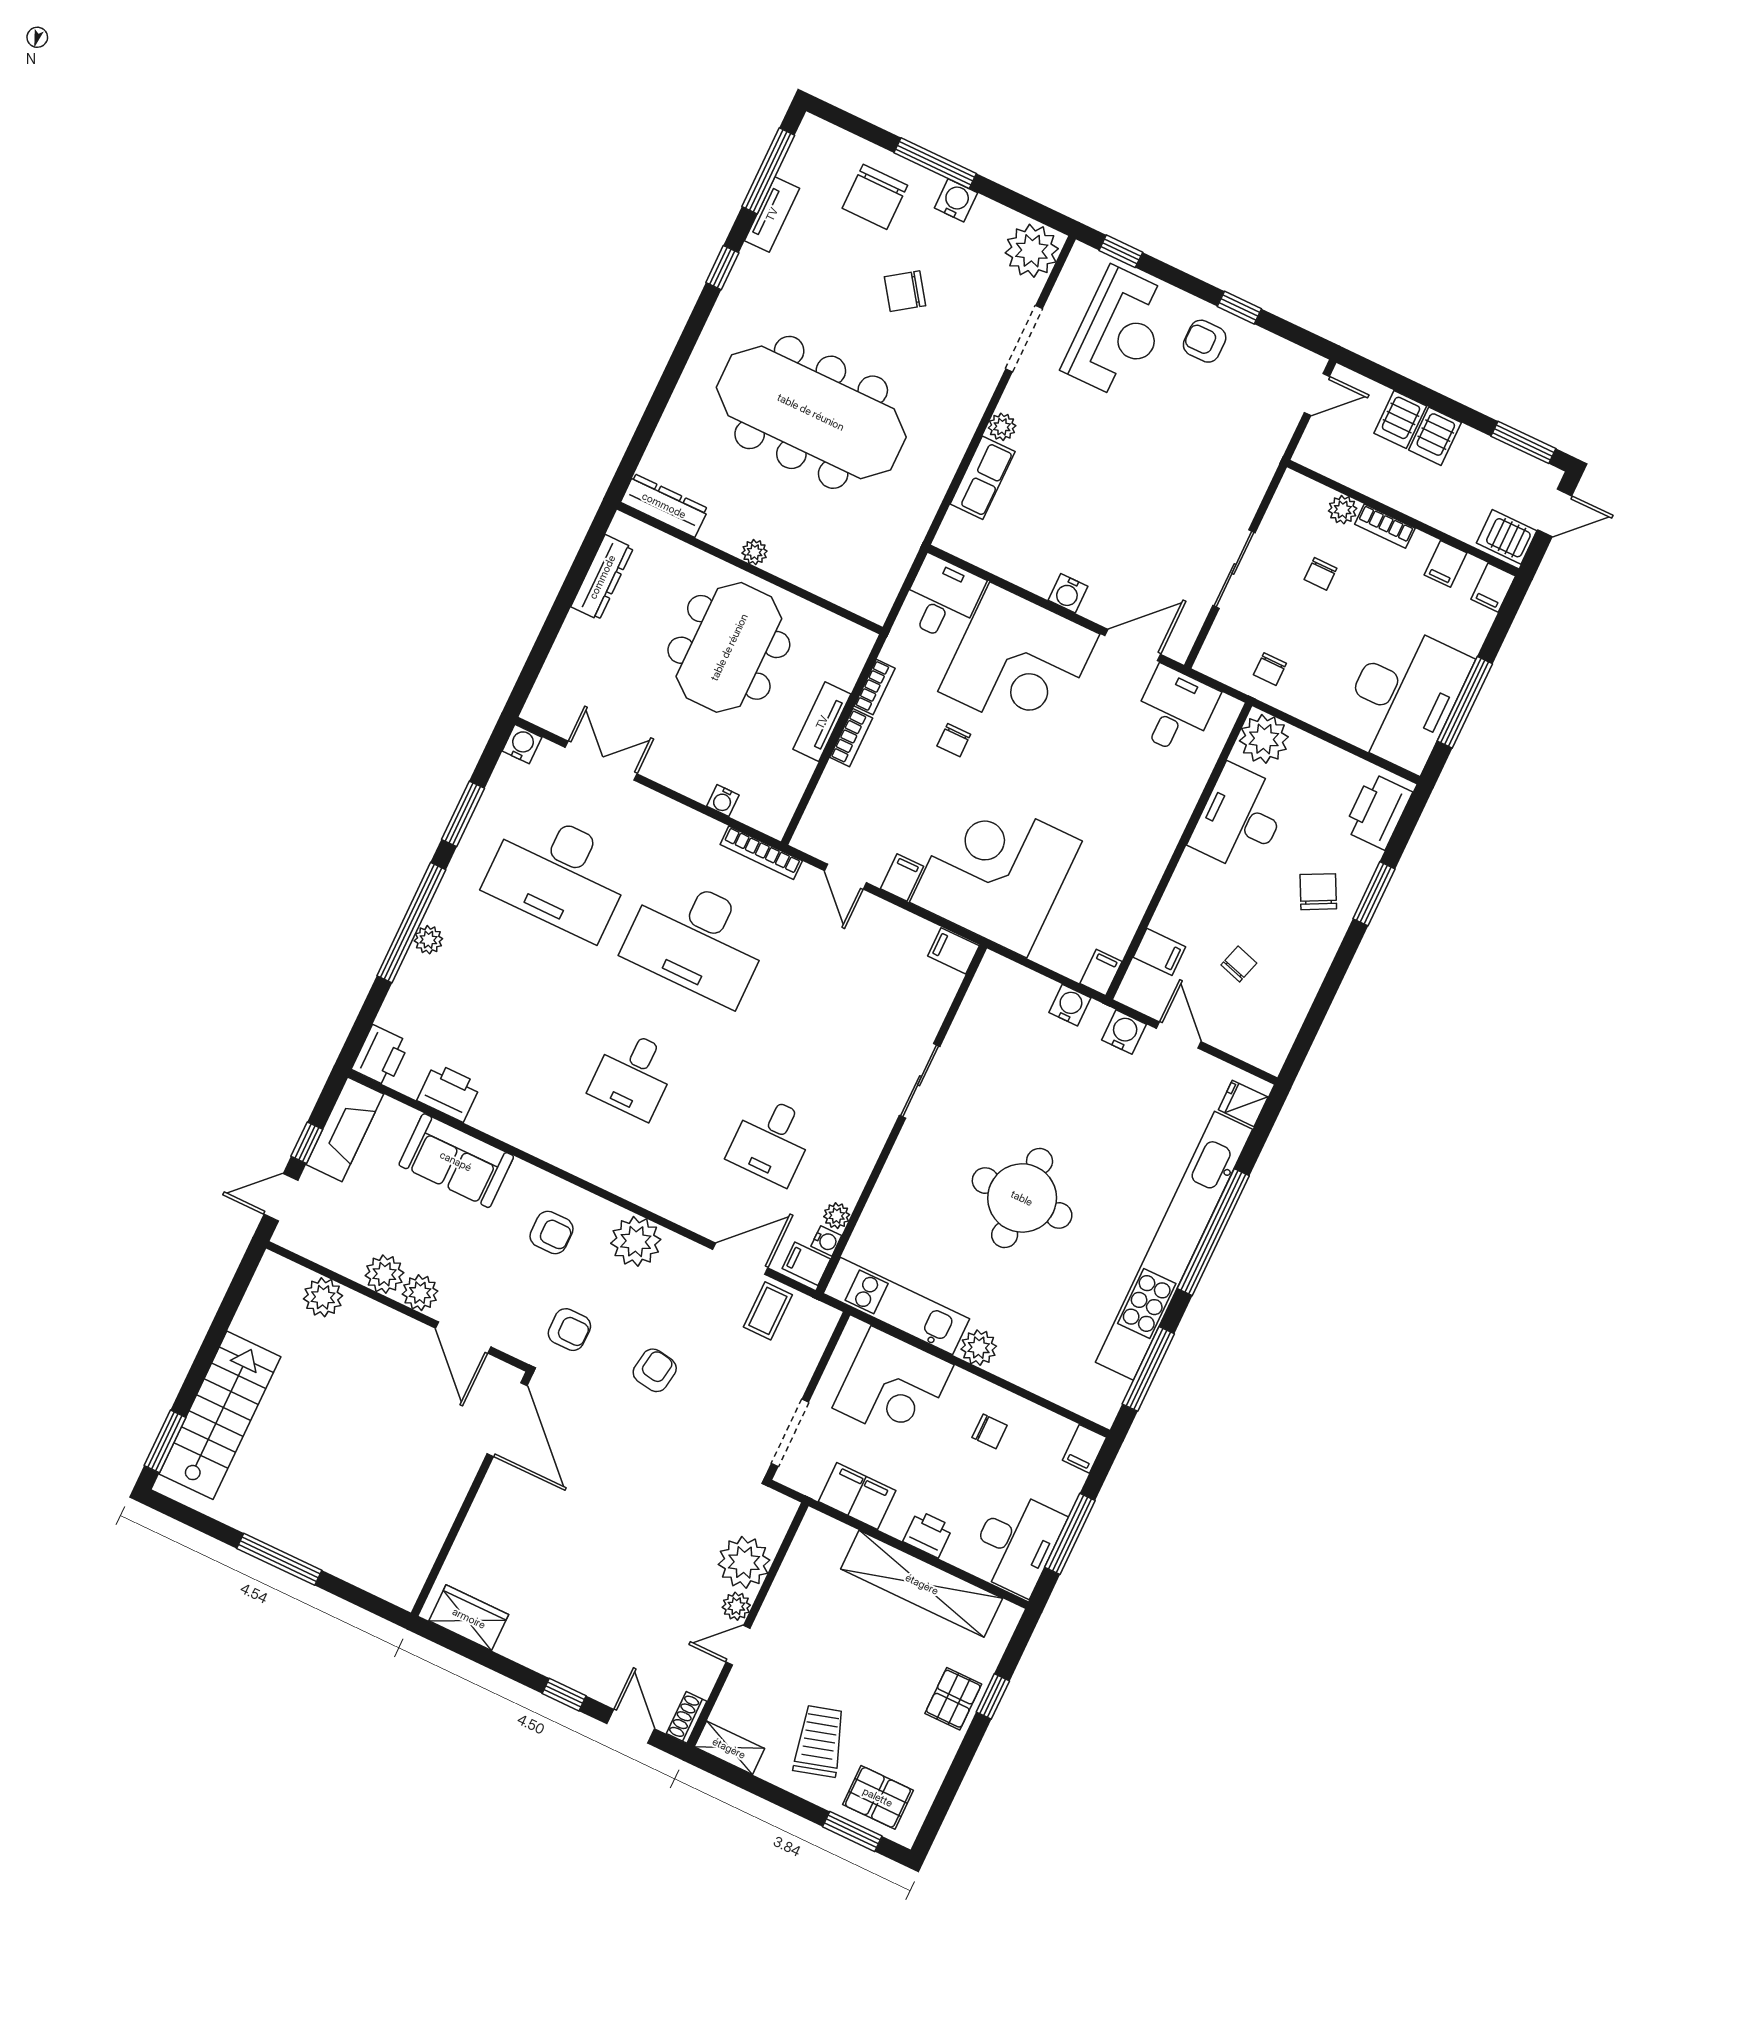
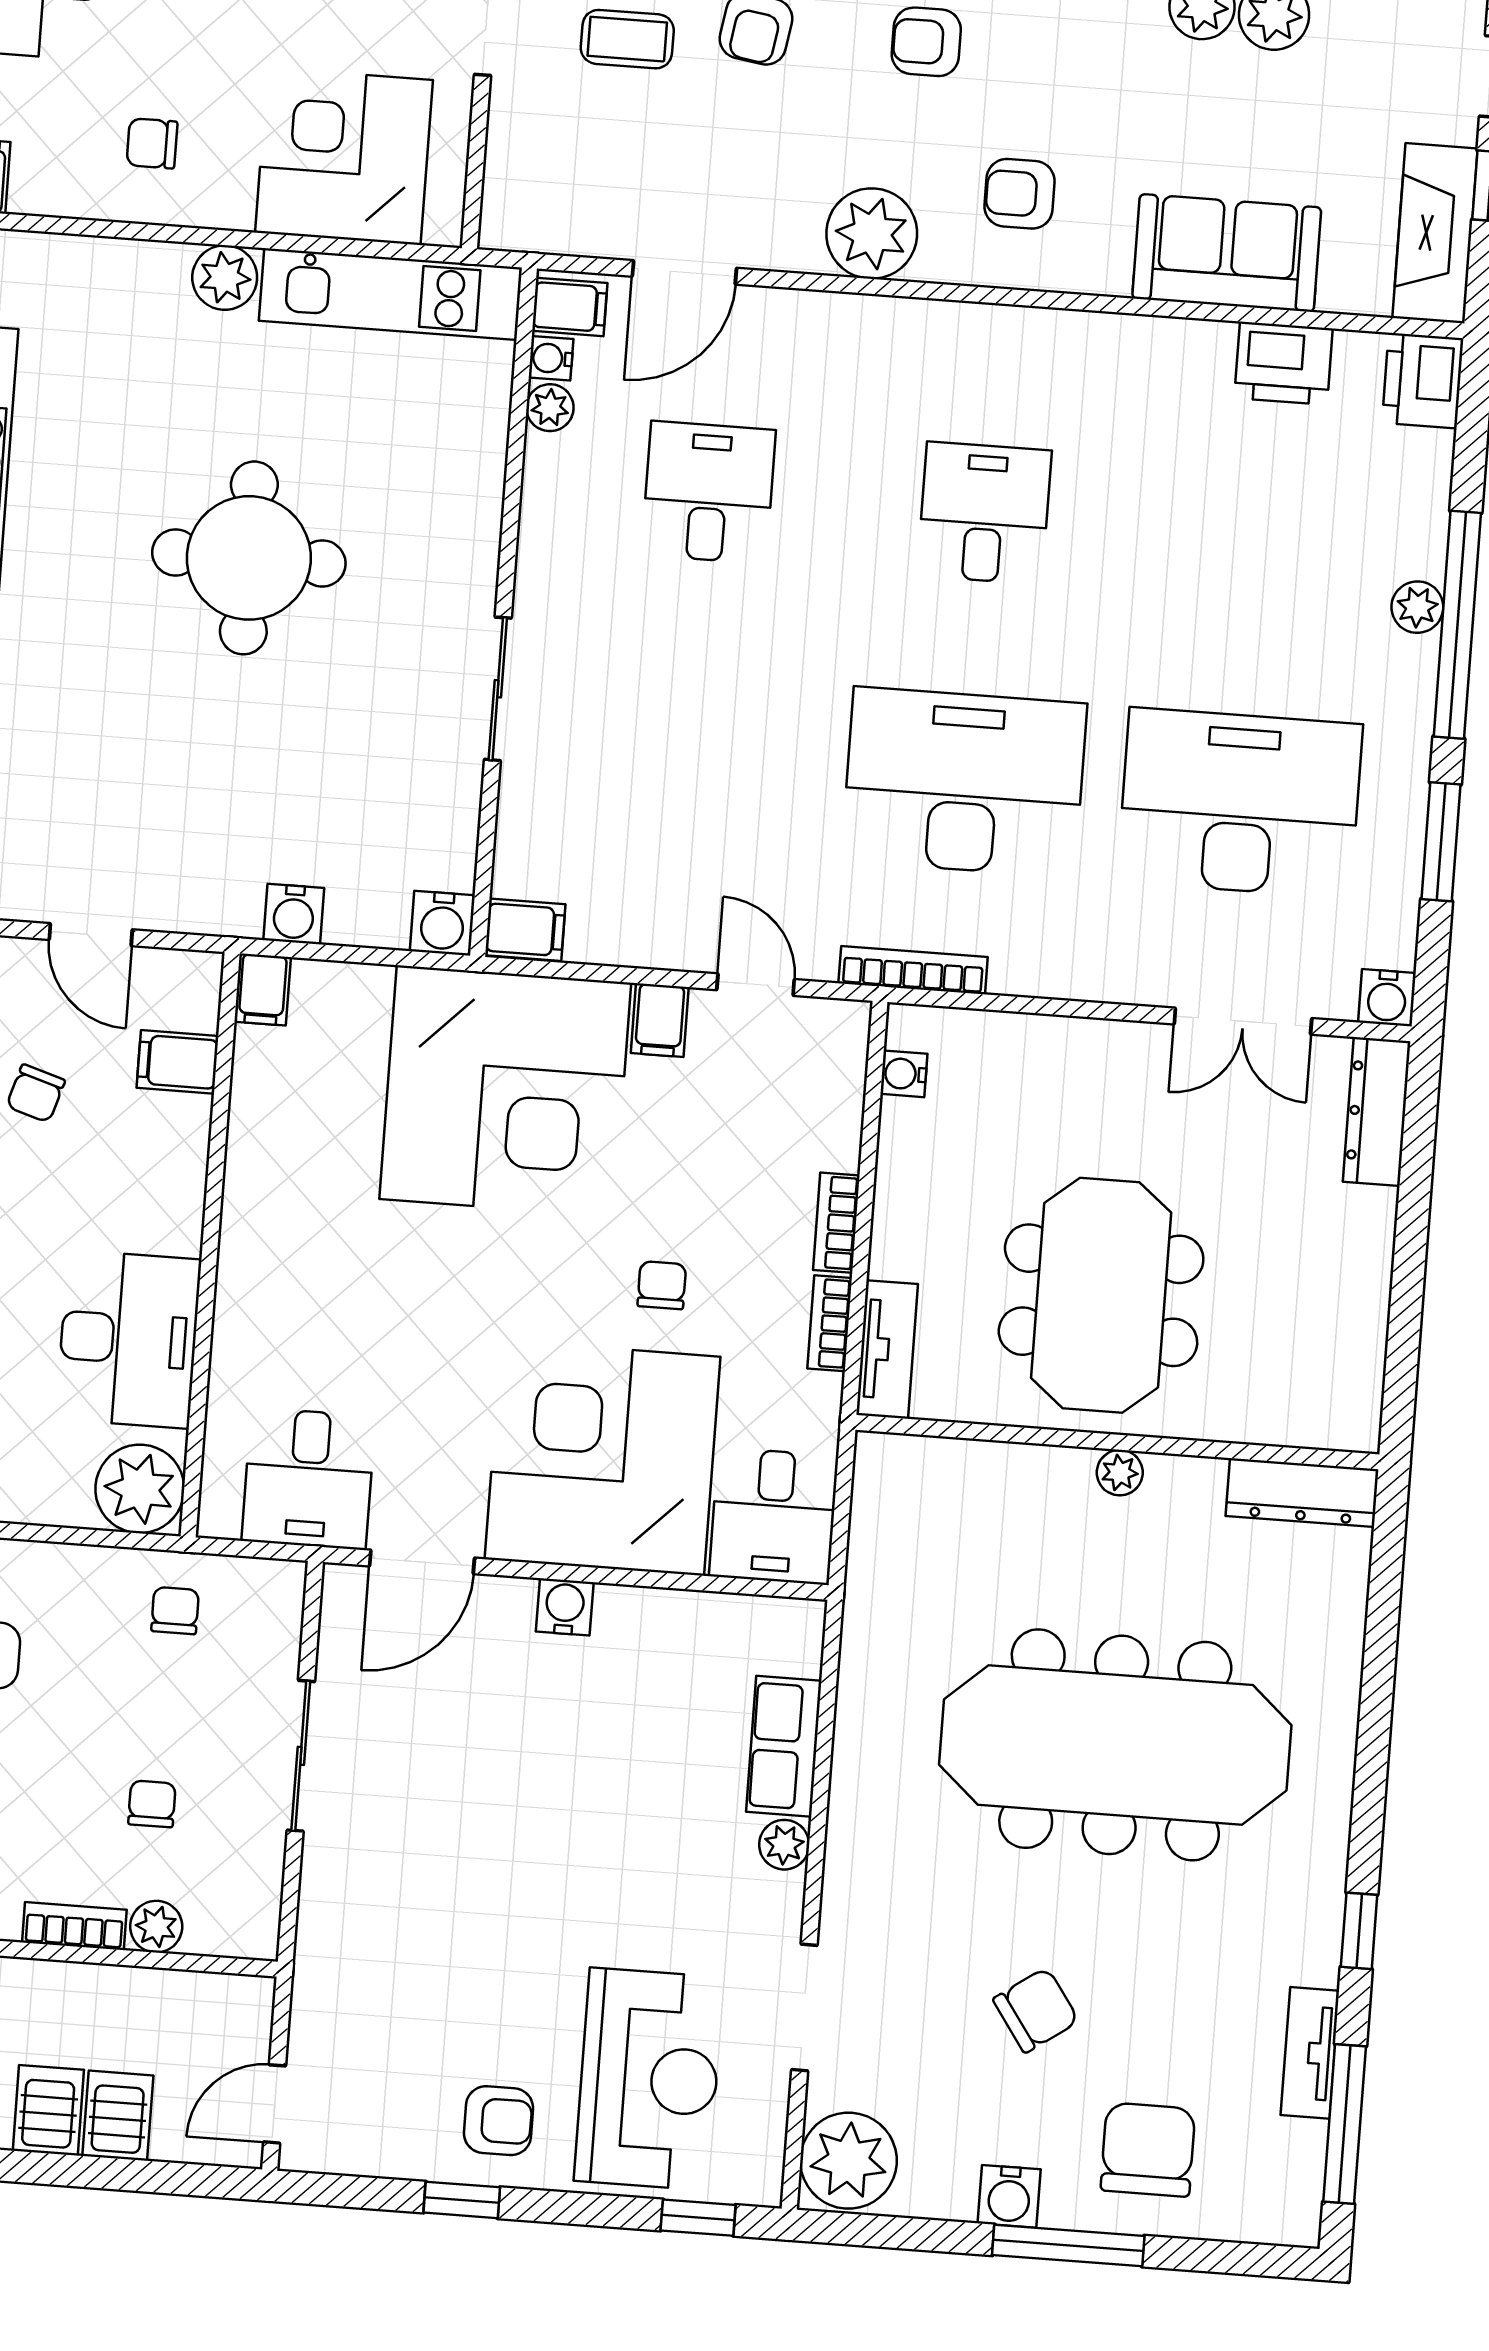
reception desk: (1119, 333) -> (649, 2079), turned 180
dresser: (602, 577) -> (1377, 1112), moved
tv unit: (822, 722) -> (887, 1350), moved
water cooler: (723, 801) -> (904, 1074), moved, turned -90
water cooler: (1124, 1032) -> (442, 923), moved
coffee table: (768, 1311) -> (627, 39), moved, turned 90

